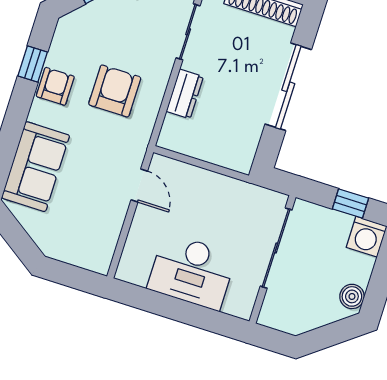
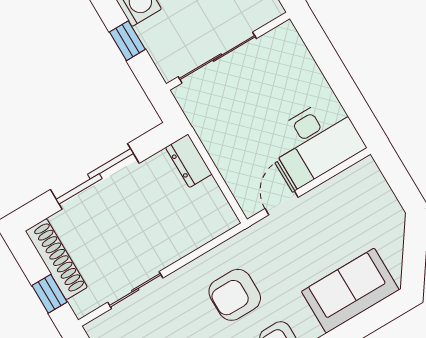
dresser: (185, 94) -> (189, 161), moved, turned -90
desk: (192, 272) -> (316, 141), moved, turned 90

